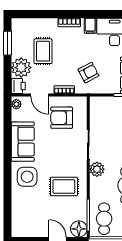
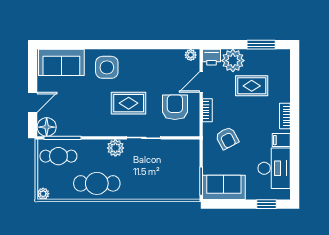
sofa: (23, 142) -> (61, 62), moved
rug: (64, 186) -> (129, 103), moved, turned 90

